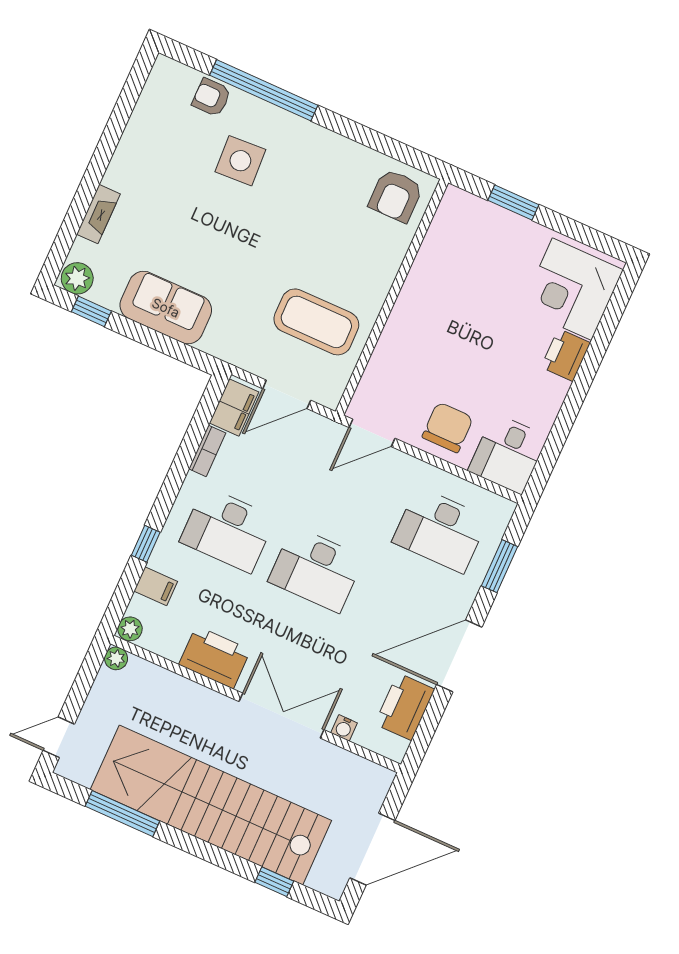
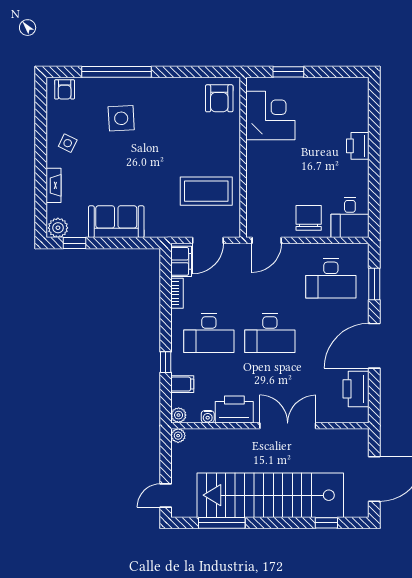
armchair: (211, 97) -> (65, 89), moved, turned -90
side table: (147, 162) -> (68, 143), added
corner desk: (572, 289) -> (270, 116), moved, turned 180
water cooler: (344, 728) -> (208, 417), moved

